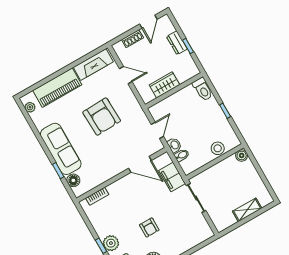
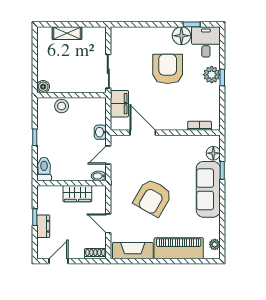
shoe rack: (132, 39) -> (95, 254), moved
armchair: (102, 117) -> (153, 198), turned -148
bidet: (182, 155) -> (99, 176), moved
armchair: (149, 227) -> (168, 69), width x1.88, depth x1.88

